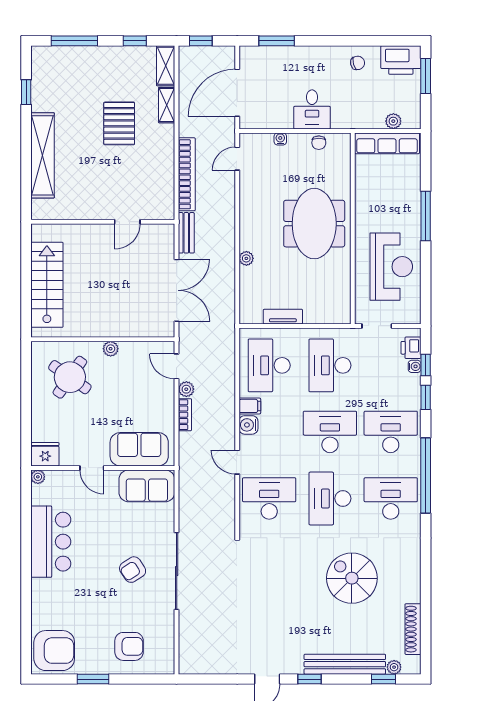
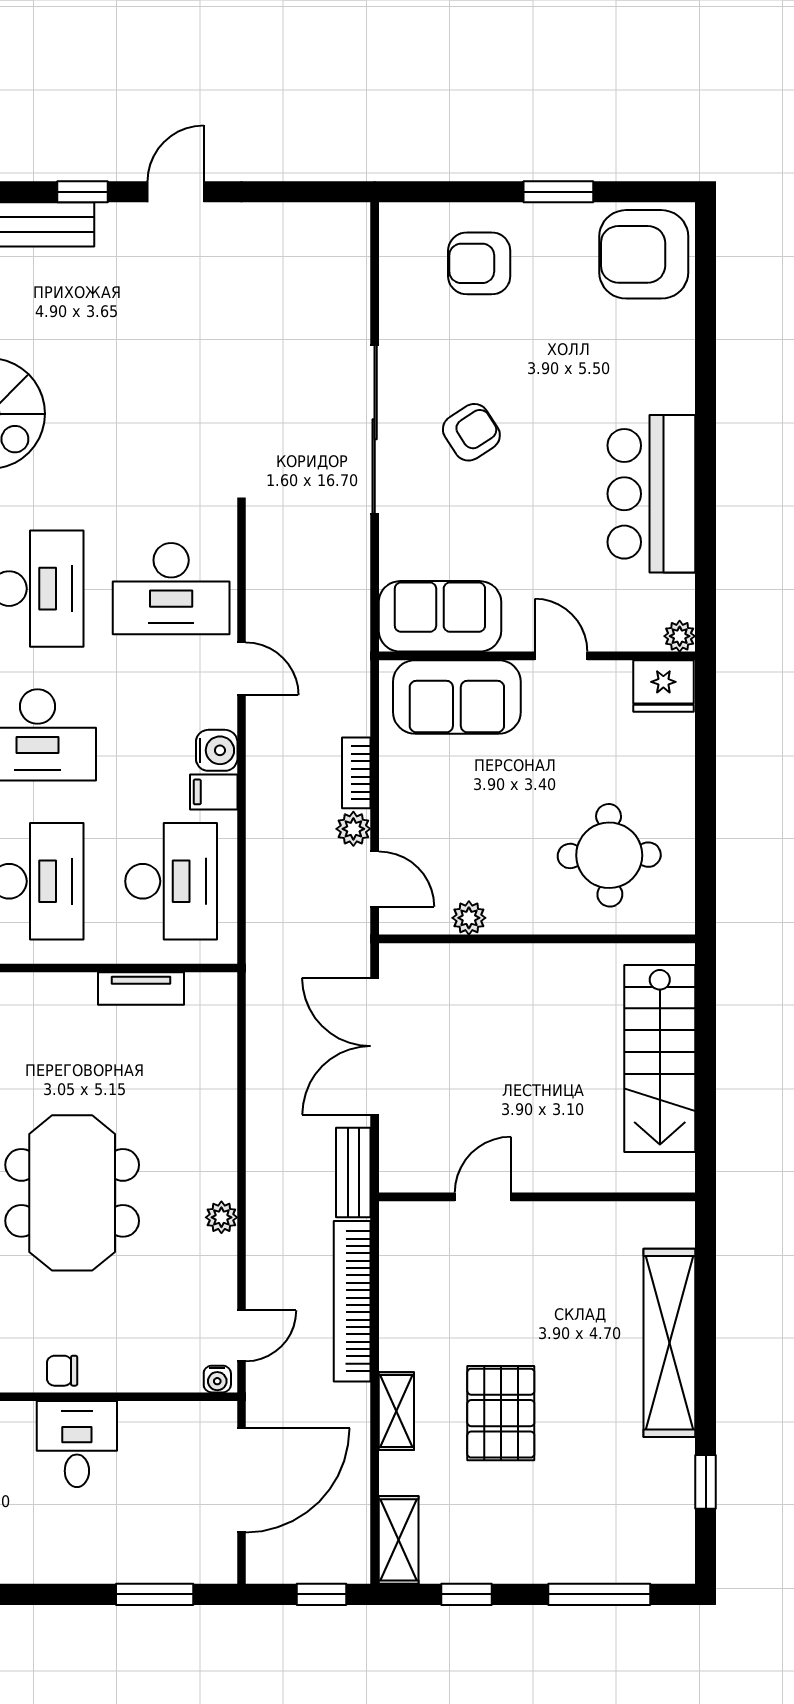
shelving: (167, 105) -> (396, 1411), moved
water cooler: (280, 139) -> (217, 1379), moved
chair: (319, 143) -> (62, 1371), turned -90
plant: (246, 258) -> (221, 1217), moved
plant: (111, 349) -> (469, 918), moved
round table: (70, 377) -> (609, 855), turned -36

